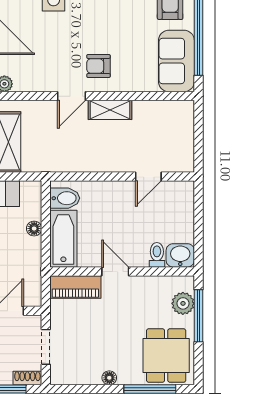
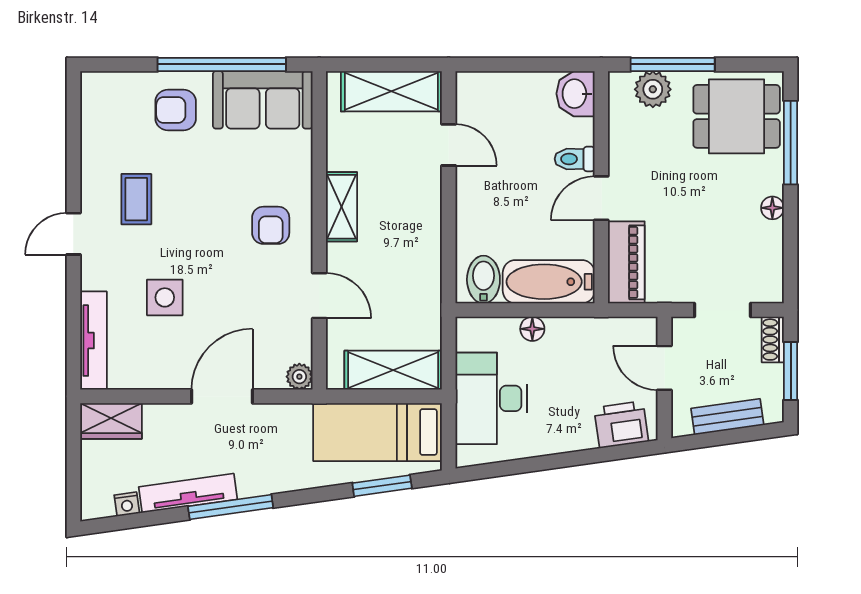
door: (72, 96) -> (319, 296), moved
shelving: (182, 141) -> (391, 91), added
toilet: (157, 255) -> (575, 159), moved

